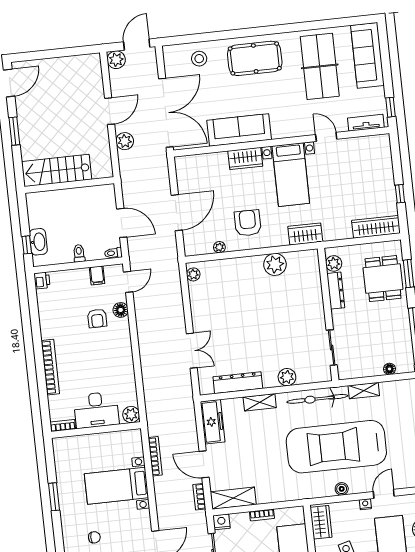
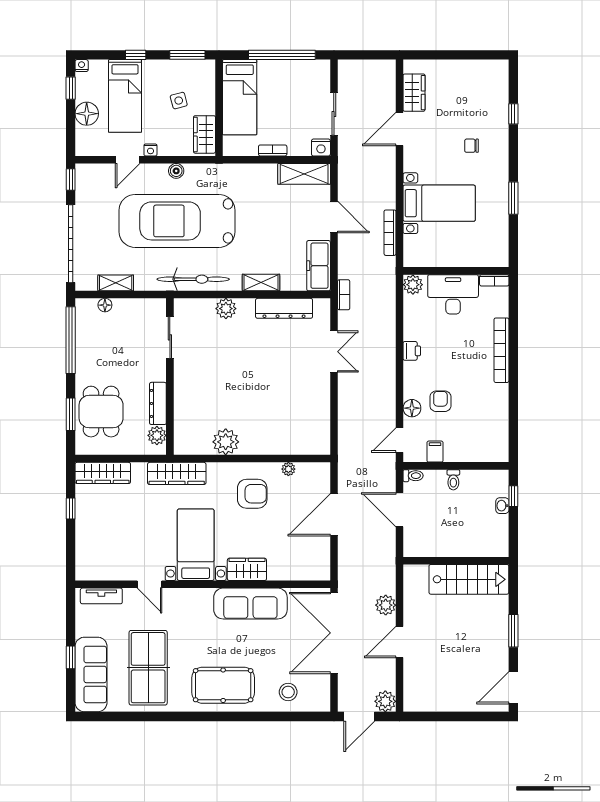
window: (391, 107) -> (71, 657), moved
armchair: (248, 223) -> (252, 494), turned -90
wardrobe: (305, 234) -> (177, 473), width x1.50
washbasin: (38, 242) -> (502, 506), width x0.52, depth x0.69
plant: (193, 274) -> (322, 440), removed
printer: (42, 280) -> (412, 351), moved, turned 180
double door: (192, 351) -> (334, 352), swing flipped
shelving: (364, 391) -> (116, 283), moved
car: (336, 447) -> (177, 221), turned 180
bookcase: (199, 497) -> (344, 295), moved

